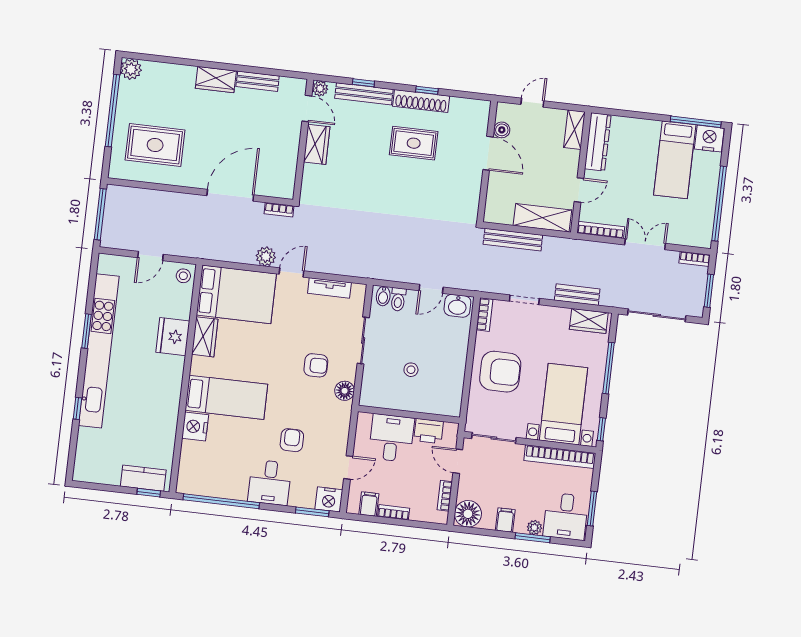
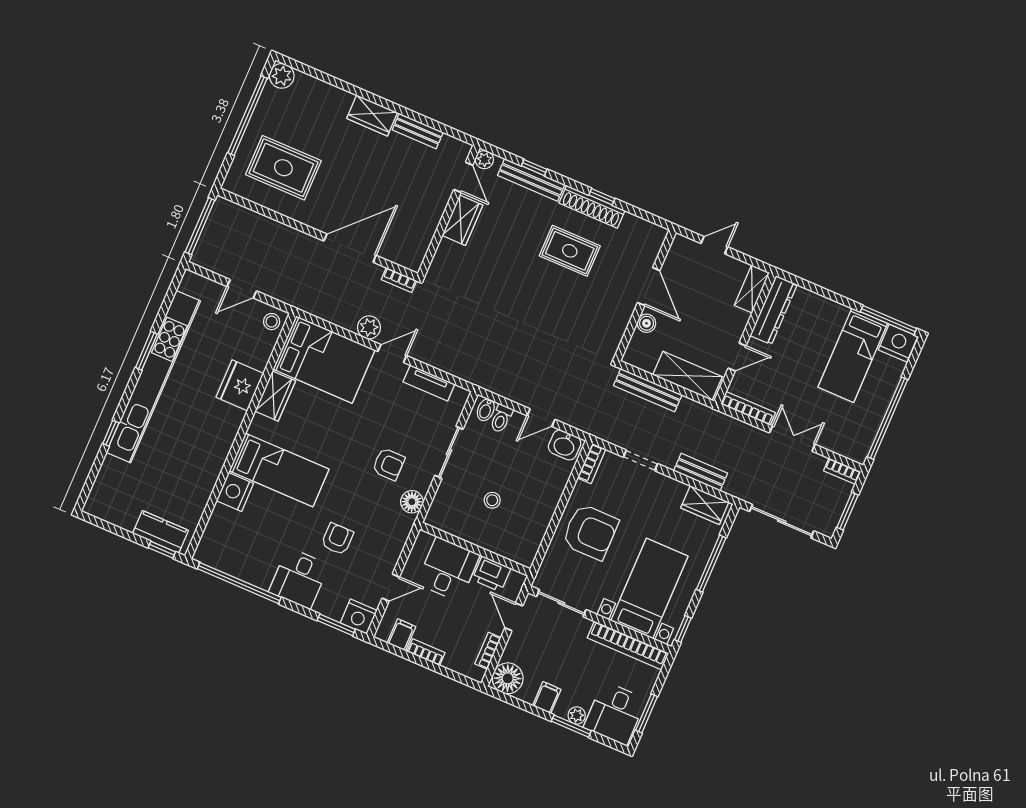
boiler: (502, 130) -> (647, 323), moved

